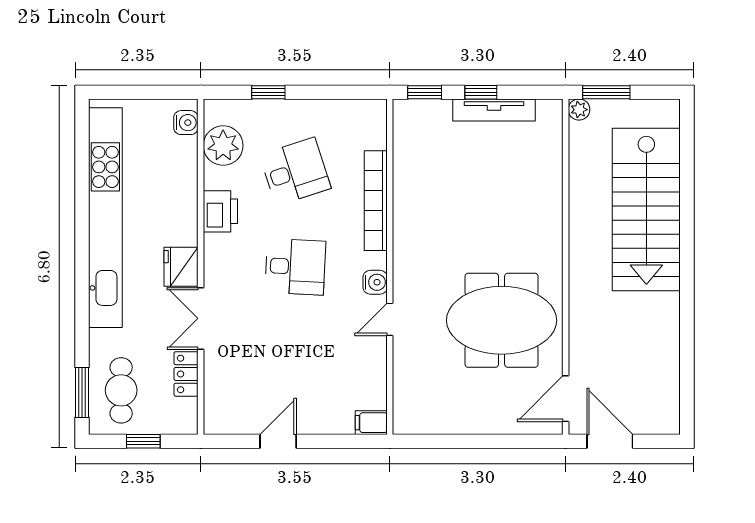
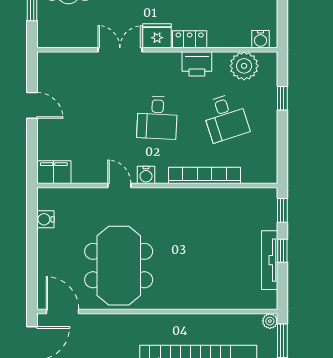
locker: (186, 374) -> (190, 39), moved
filing cabinet: (371, 423) -> (54, 172), width x2.00
water cooler: (437, 423) -> (45, 219), added

